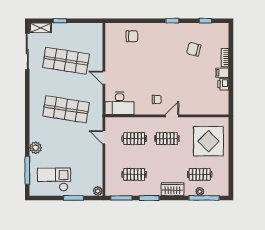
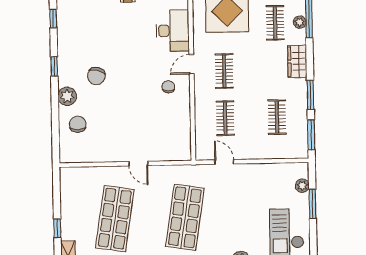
plant: (151, 29) -> (67, 96), added
chair: (194, 49) -> (96, 76), moved
door: (104, 78) -> (138, 164), hinge flipped
desk: (120, 103) -> (173, 31), moved
door: (172, 116) -> (191, 64), hinge flipped
door: (104, 137) -> (224, 162), swing flipped
plant: (98, 191) -> (302, 186), moved

